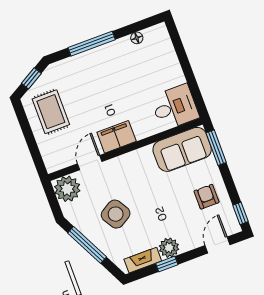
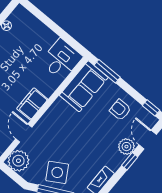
side table: (116, 214) -> (57, 172), moved
plant: (169, 248) -> (126, 147), moved
window: (167, 264) -> (130, 161), moved

